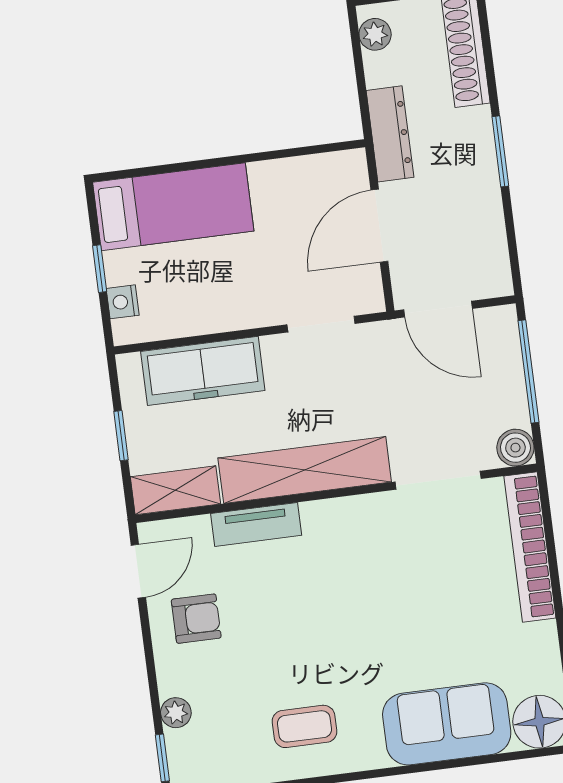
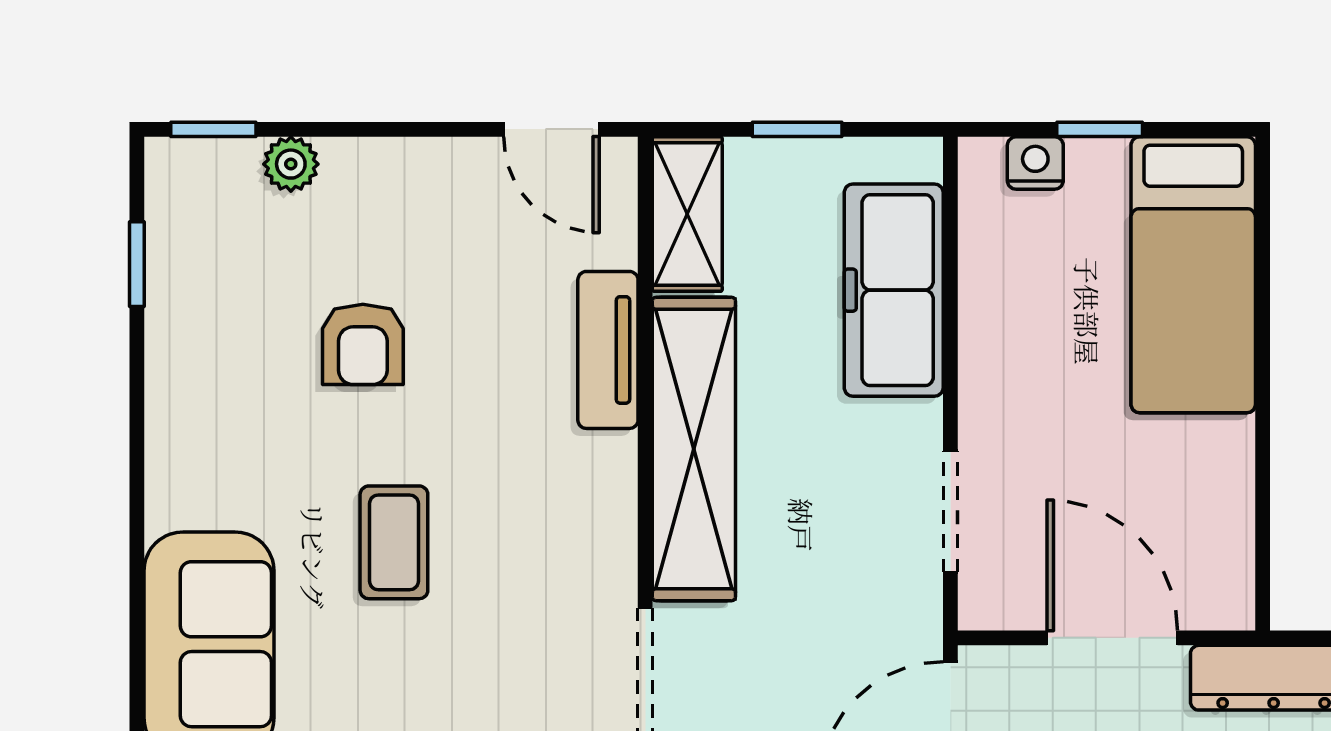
armchair: (196, 619) -> (363, 344), moved
coffee table: (305, 726) -> (394, 542), moved

